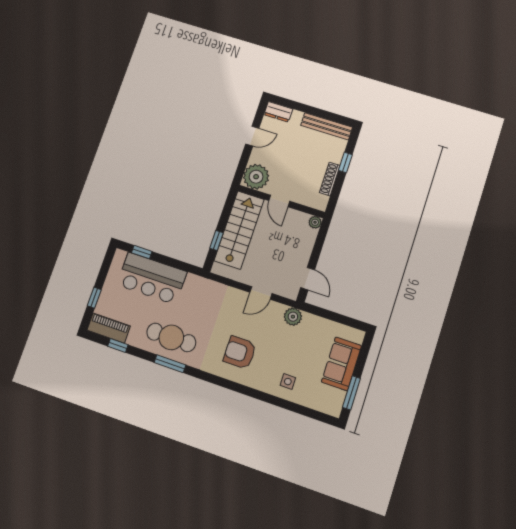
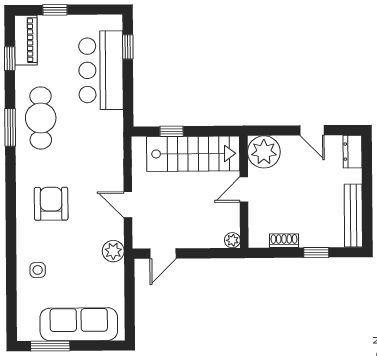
shoe rack: (330, 179) -> (284, 241), width x0.70
sofa: (341, 364) -> (79, 324), width x1.36

